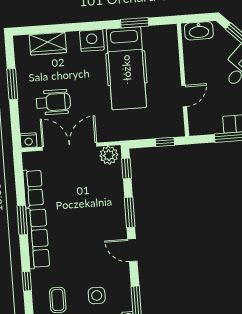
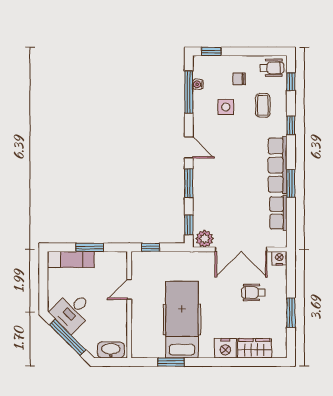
nightstand: (92, 40) -> (225, 348), moved
wheelchair: (53, 102) -> (253, 293), width x0.73, depth x0.73

